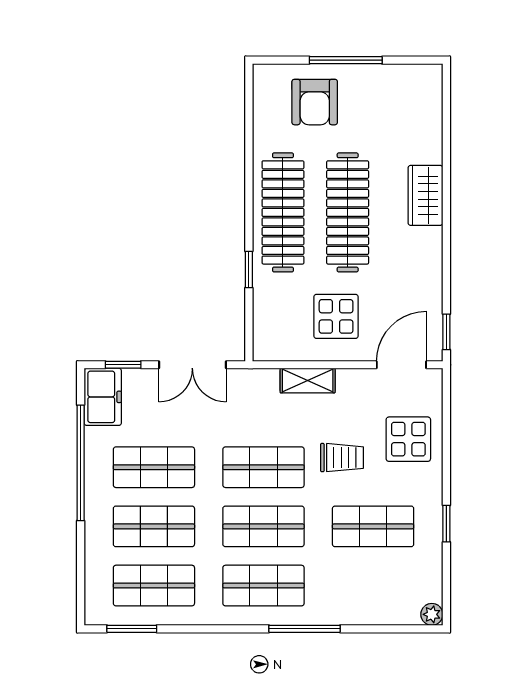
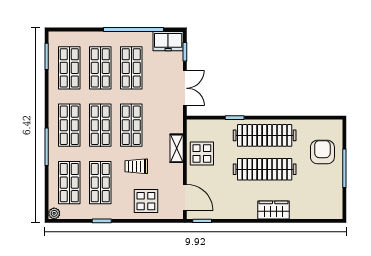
armchair: (315, 102) -> (322, 152), turned 90
display table: (336, 316) -> (202, 154), moved
double door: (192, 365) -> (185, 88), swing flipped
trolley: (342, 458) -> (136, 166), turned 90
shop shelf: (373, 586) -> (69, 183), added

